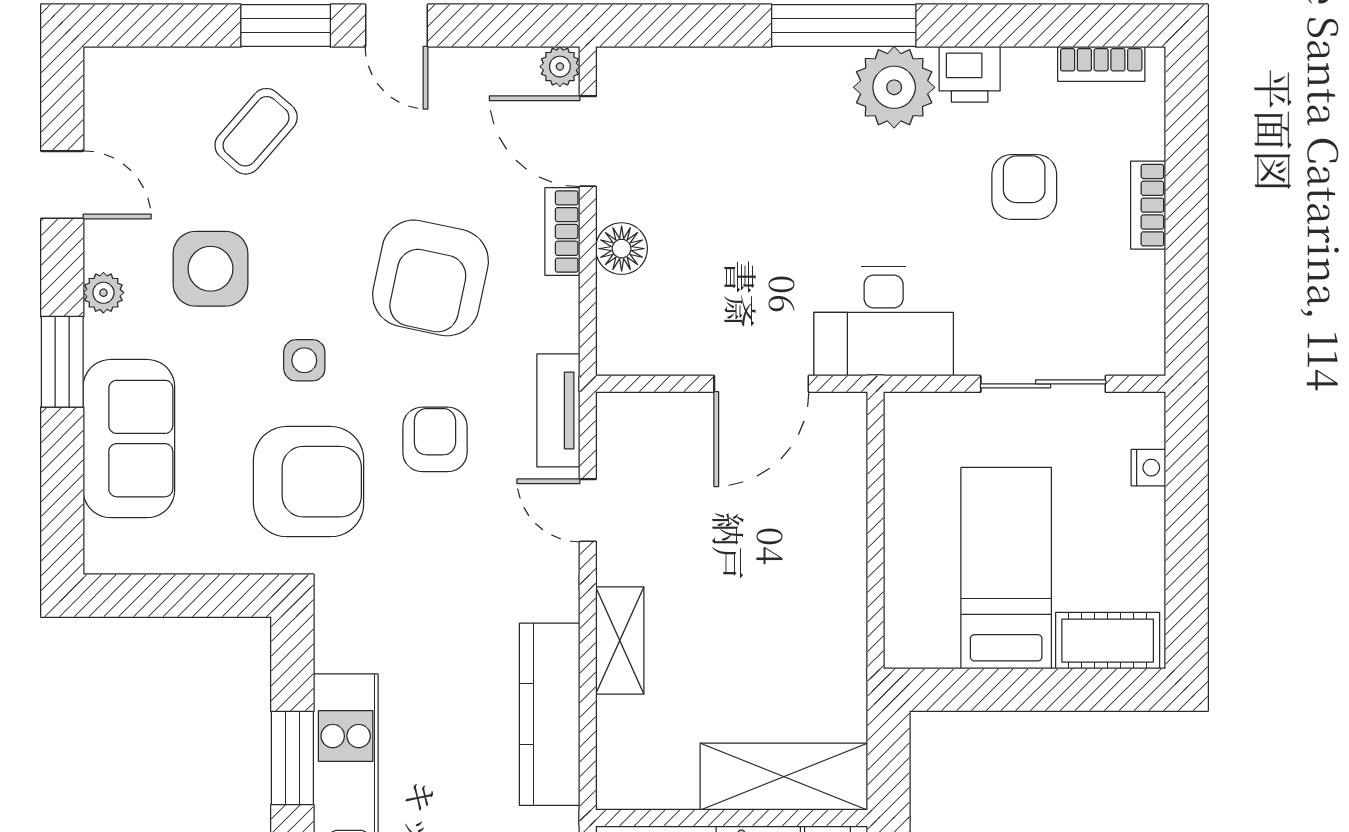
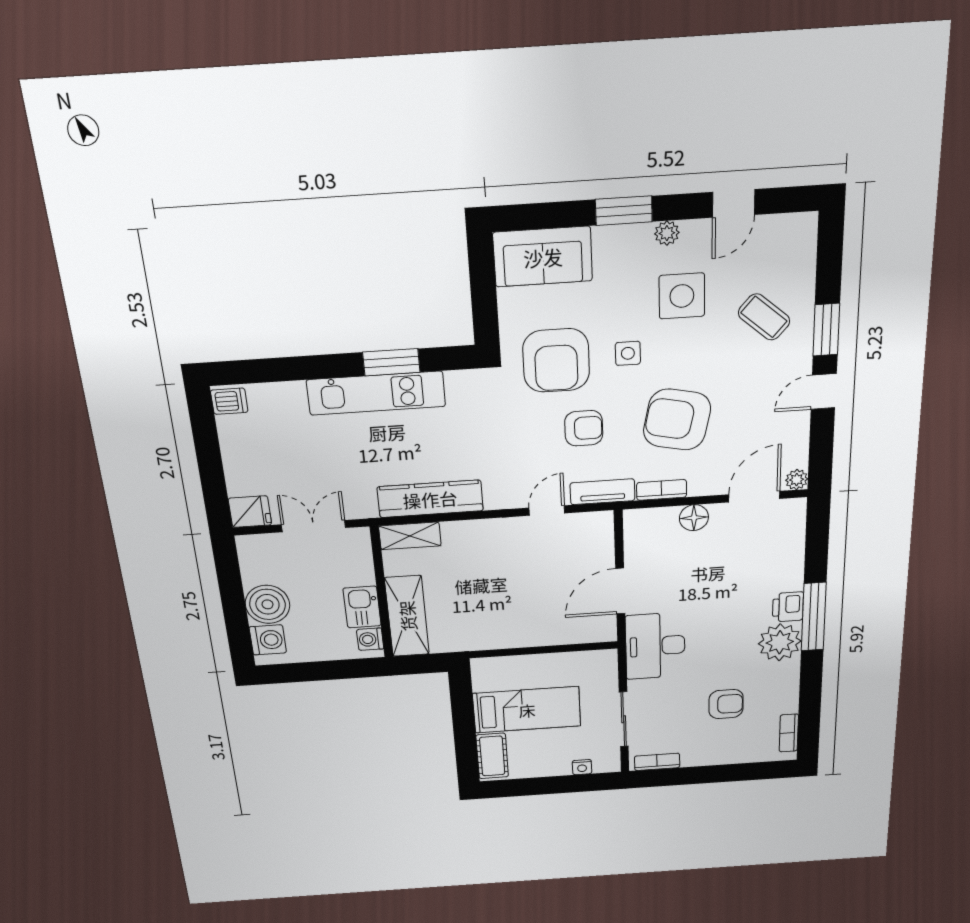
printer: (970, 74) -> (788, 607), moved
bookcase: (1148, 205) -> (657, 762), moved
bookcase: (562, 231) -> (662, 490), moved
door: (761, 384) -> (620, 591), hinge flipped
sofa: (129, 439) -> (543, 257), moved
shelving: (620, 641) -> (410, 536), moved

